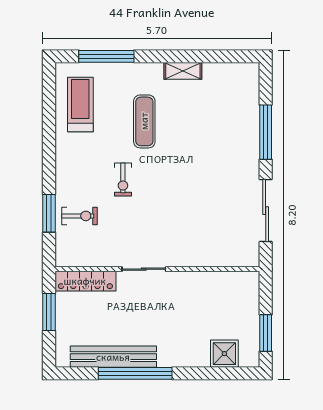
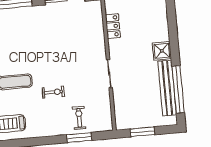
locker: (85, 281) -> (113, 26), moved, width x0.66
shower: (224, 354) -> (162, 51), moved
window: (135, 373) -> (178, 89), moved

